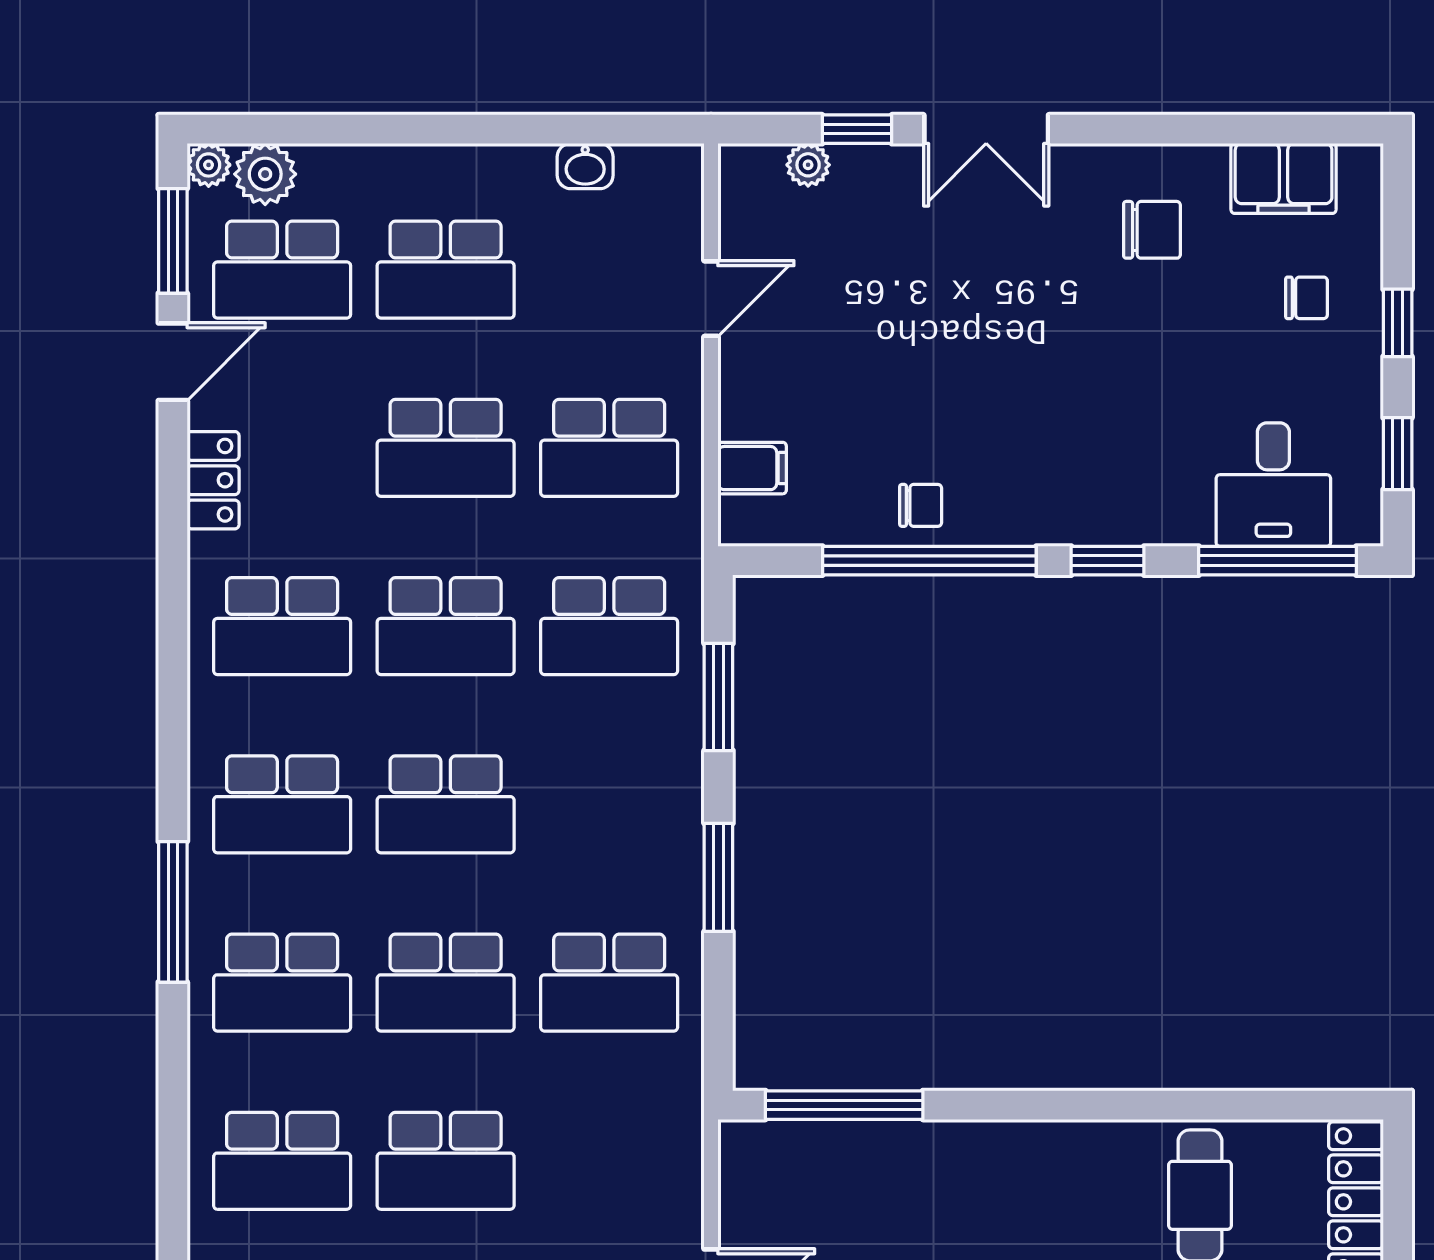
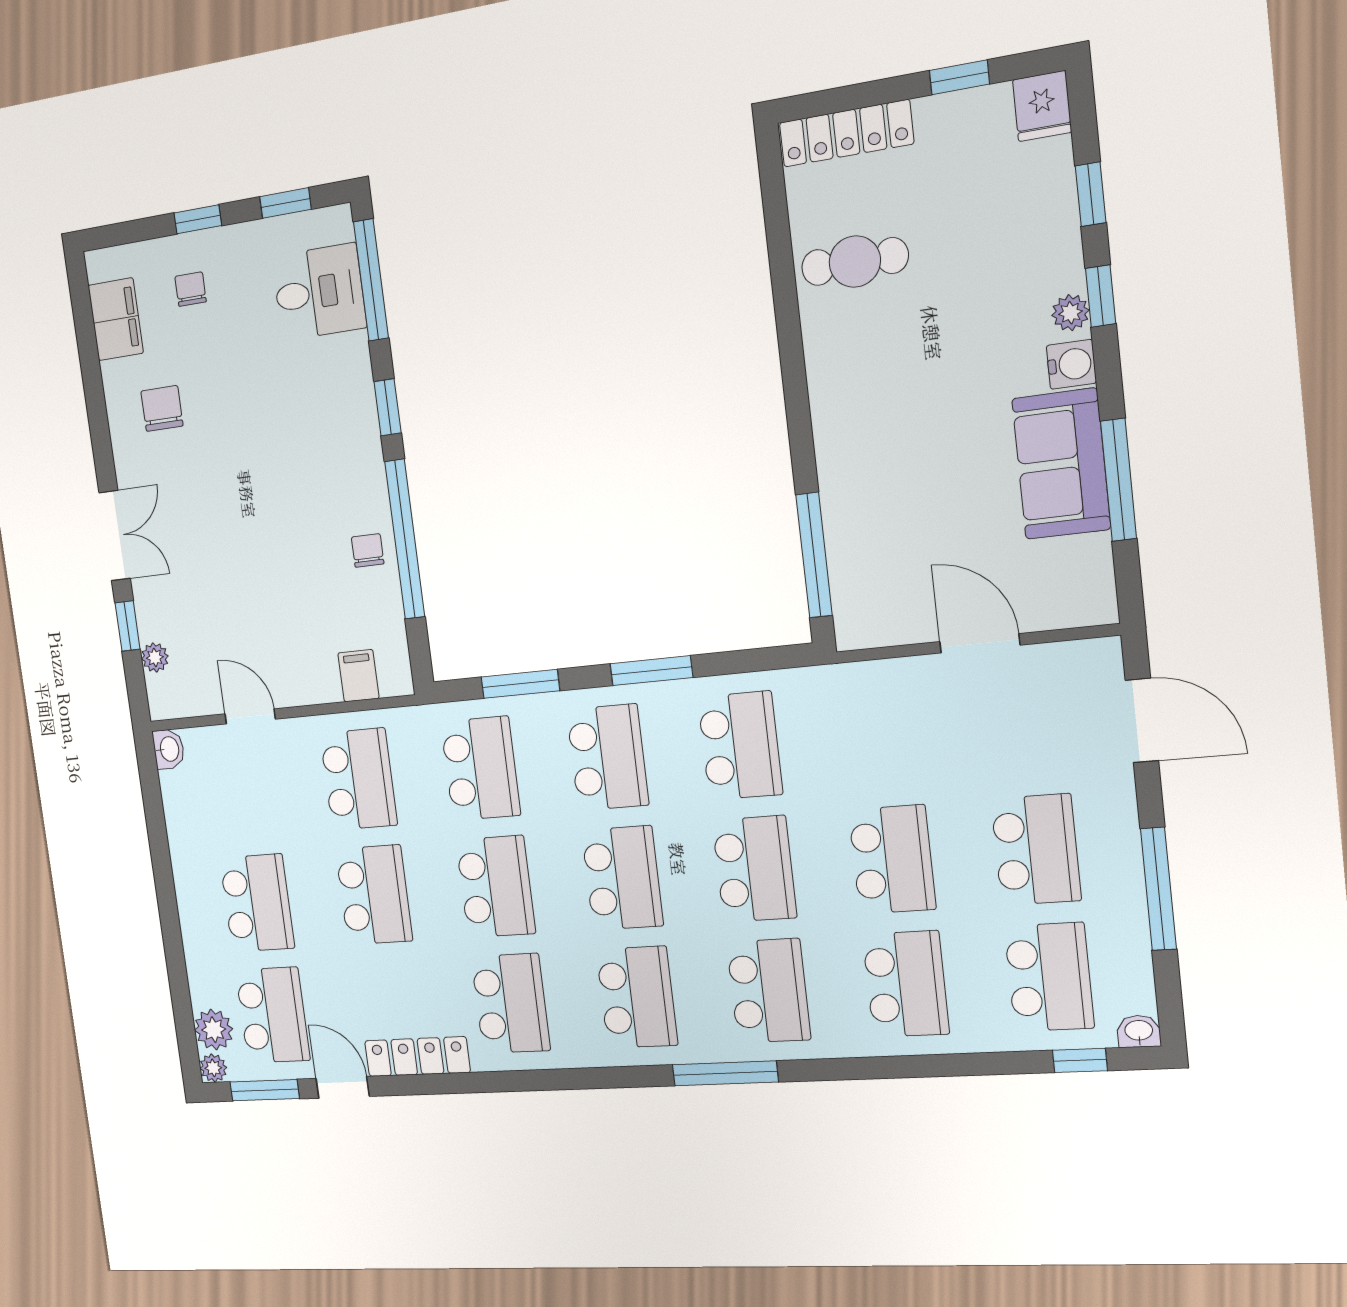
washbasin: (585, 166) -> (169, 749), moved
locker: (213, 480) -> (417, 1057), width x1.53
school desk: (609, 804) -> (608, 757), added

